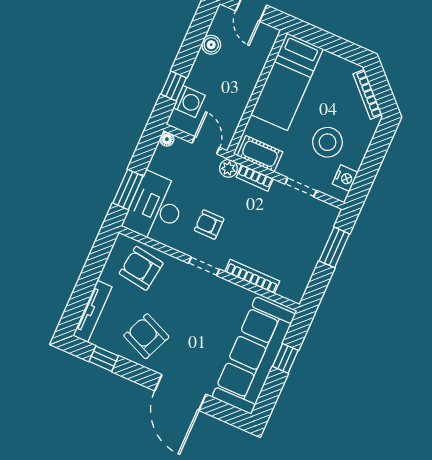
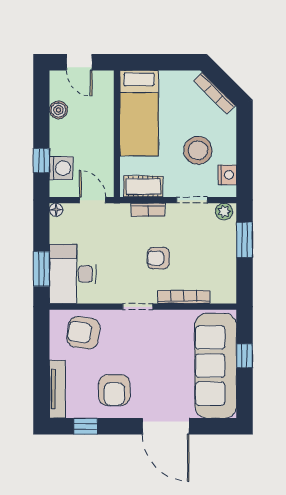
plant: (228, 168) -> (224, 212), moved
armchair: (209, 225) -> (158, 258), moved
armchair: (146, 336) -> (114, 390), turned -113

